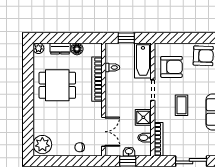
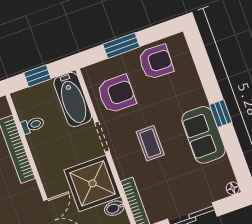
window: (185, 38) -> (121, 46), added
shower: (143, 117) -> (93, 183), width x1.86, depth x1.86

